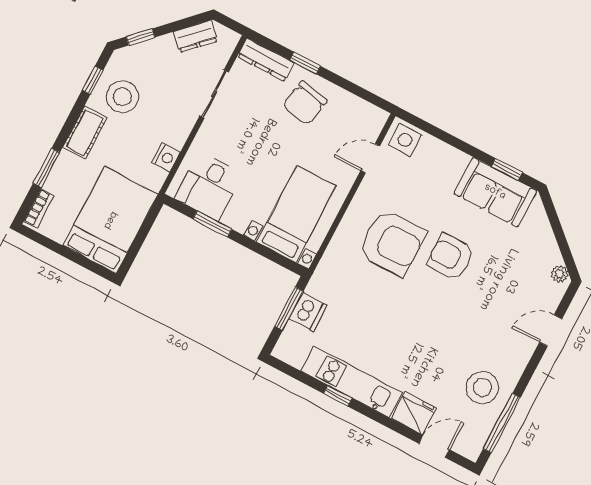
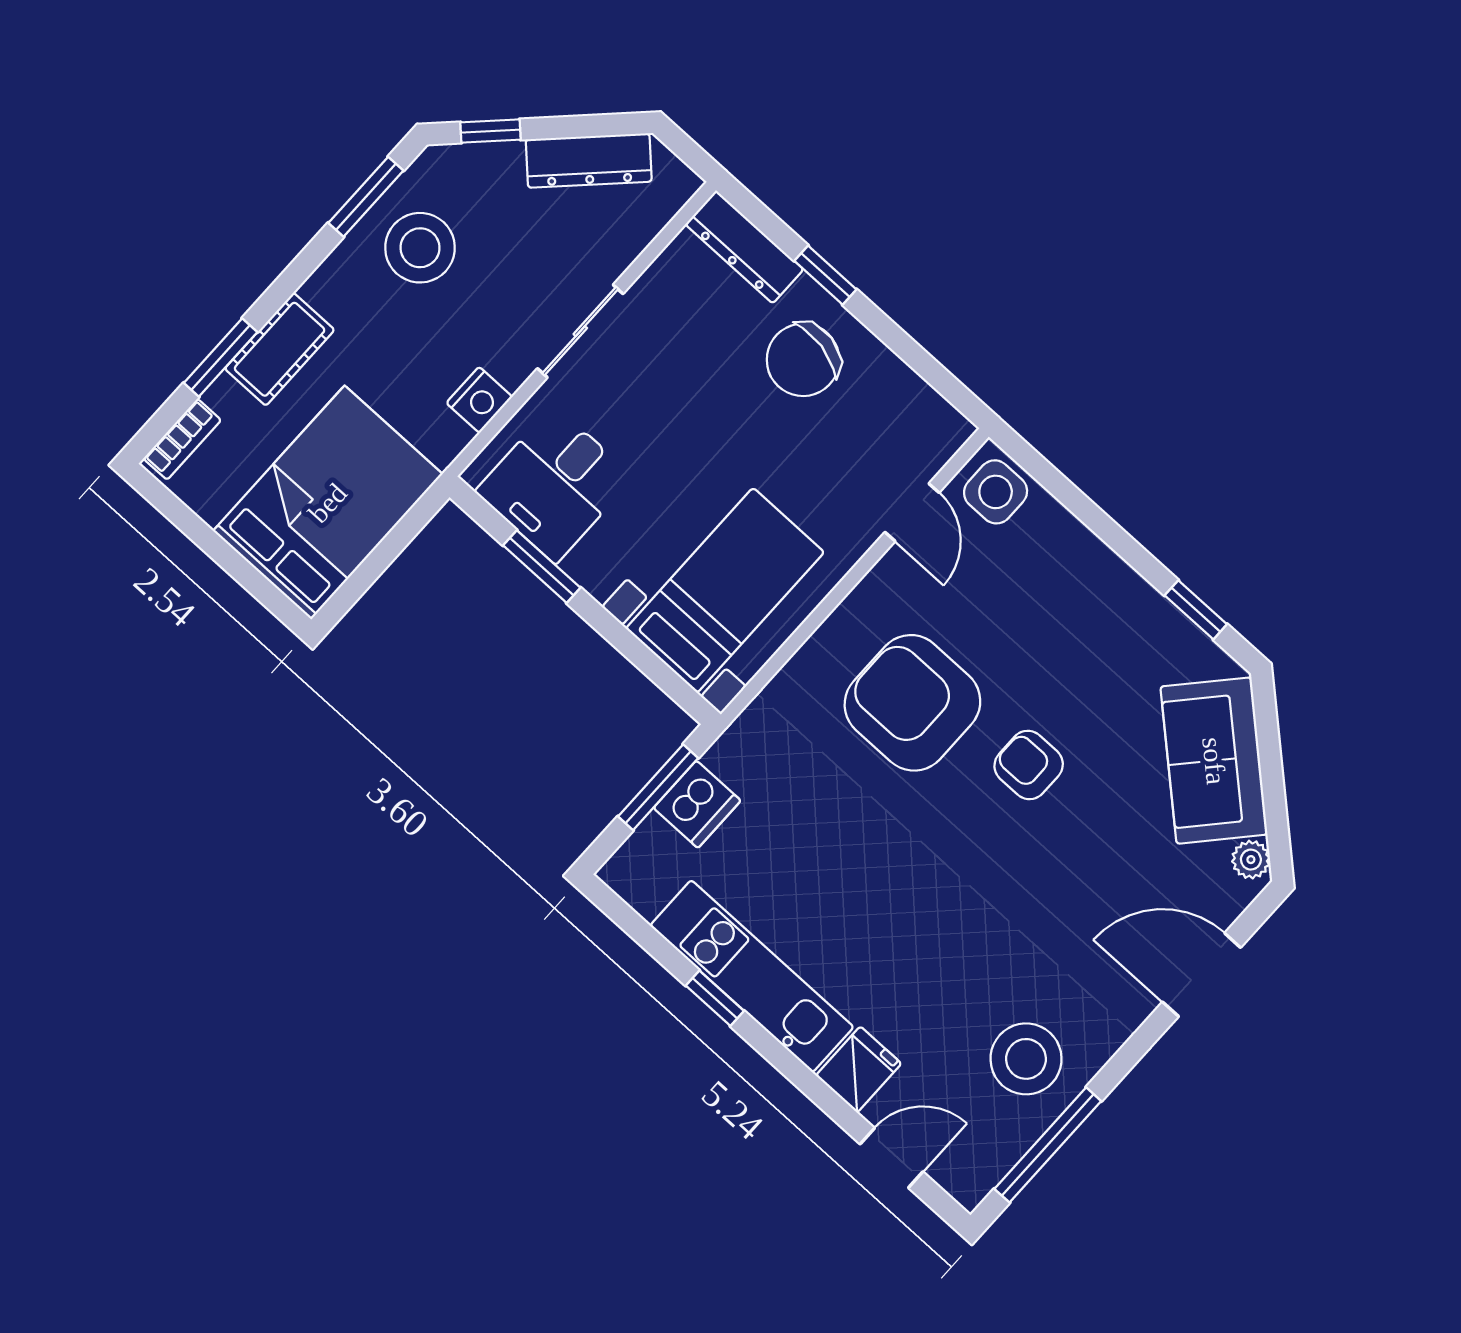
dresser: (196, 36) -> (589, 161), width x1.44
window: (93, 80) -> (366, 197), width x1.50
sliding door: (214, 94) -> (580, 331), moved
cot: (85, 133) -> (280, 349), moved
door: (370, 158) -> (912, 512), swing flipped
sofa: (495, 192) -> (1214, 761), moved, turned 42
armchair: (392, 243) -> (912, 703), turned 180
armchair: (450, 257) -> (1029, 765), width x0.72, depth x0.72
door: (551, 330) -> (1202, 975), width x1.38
fridge: (414, 413) -> (859, 1069), width x0.72

